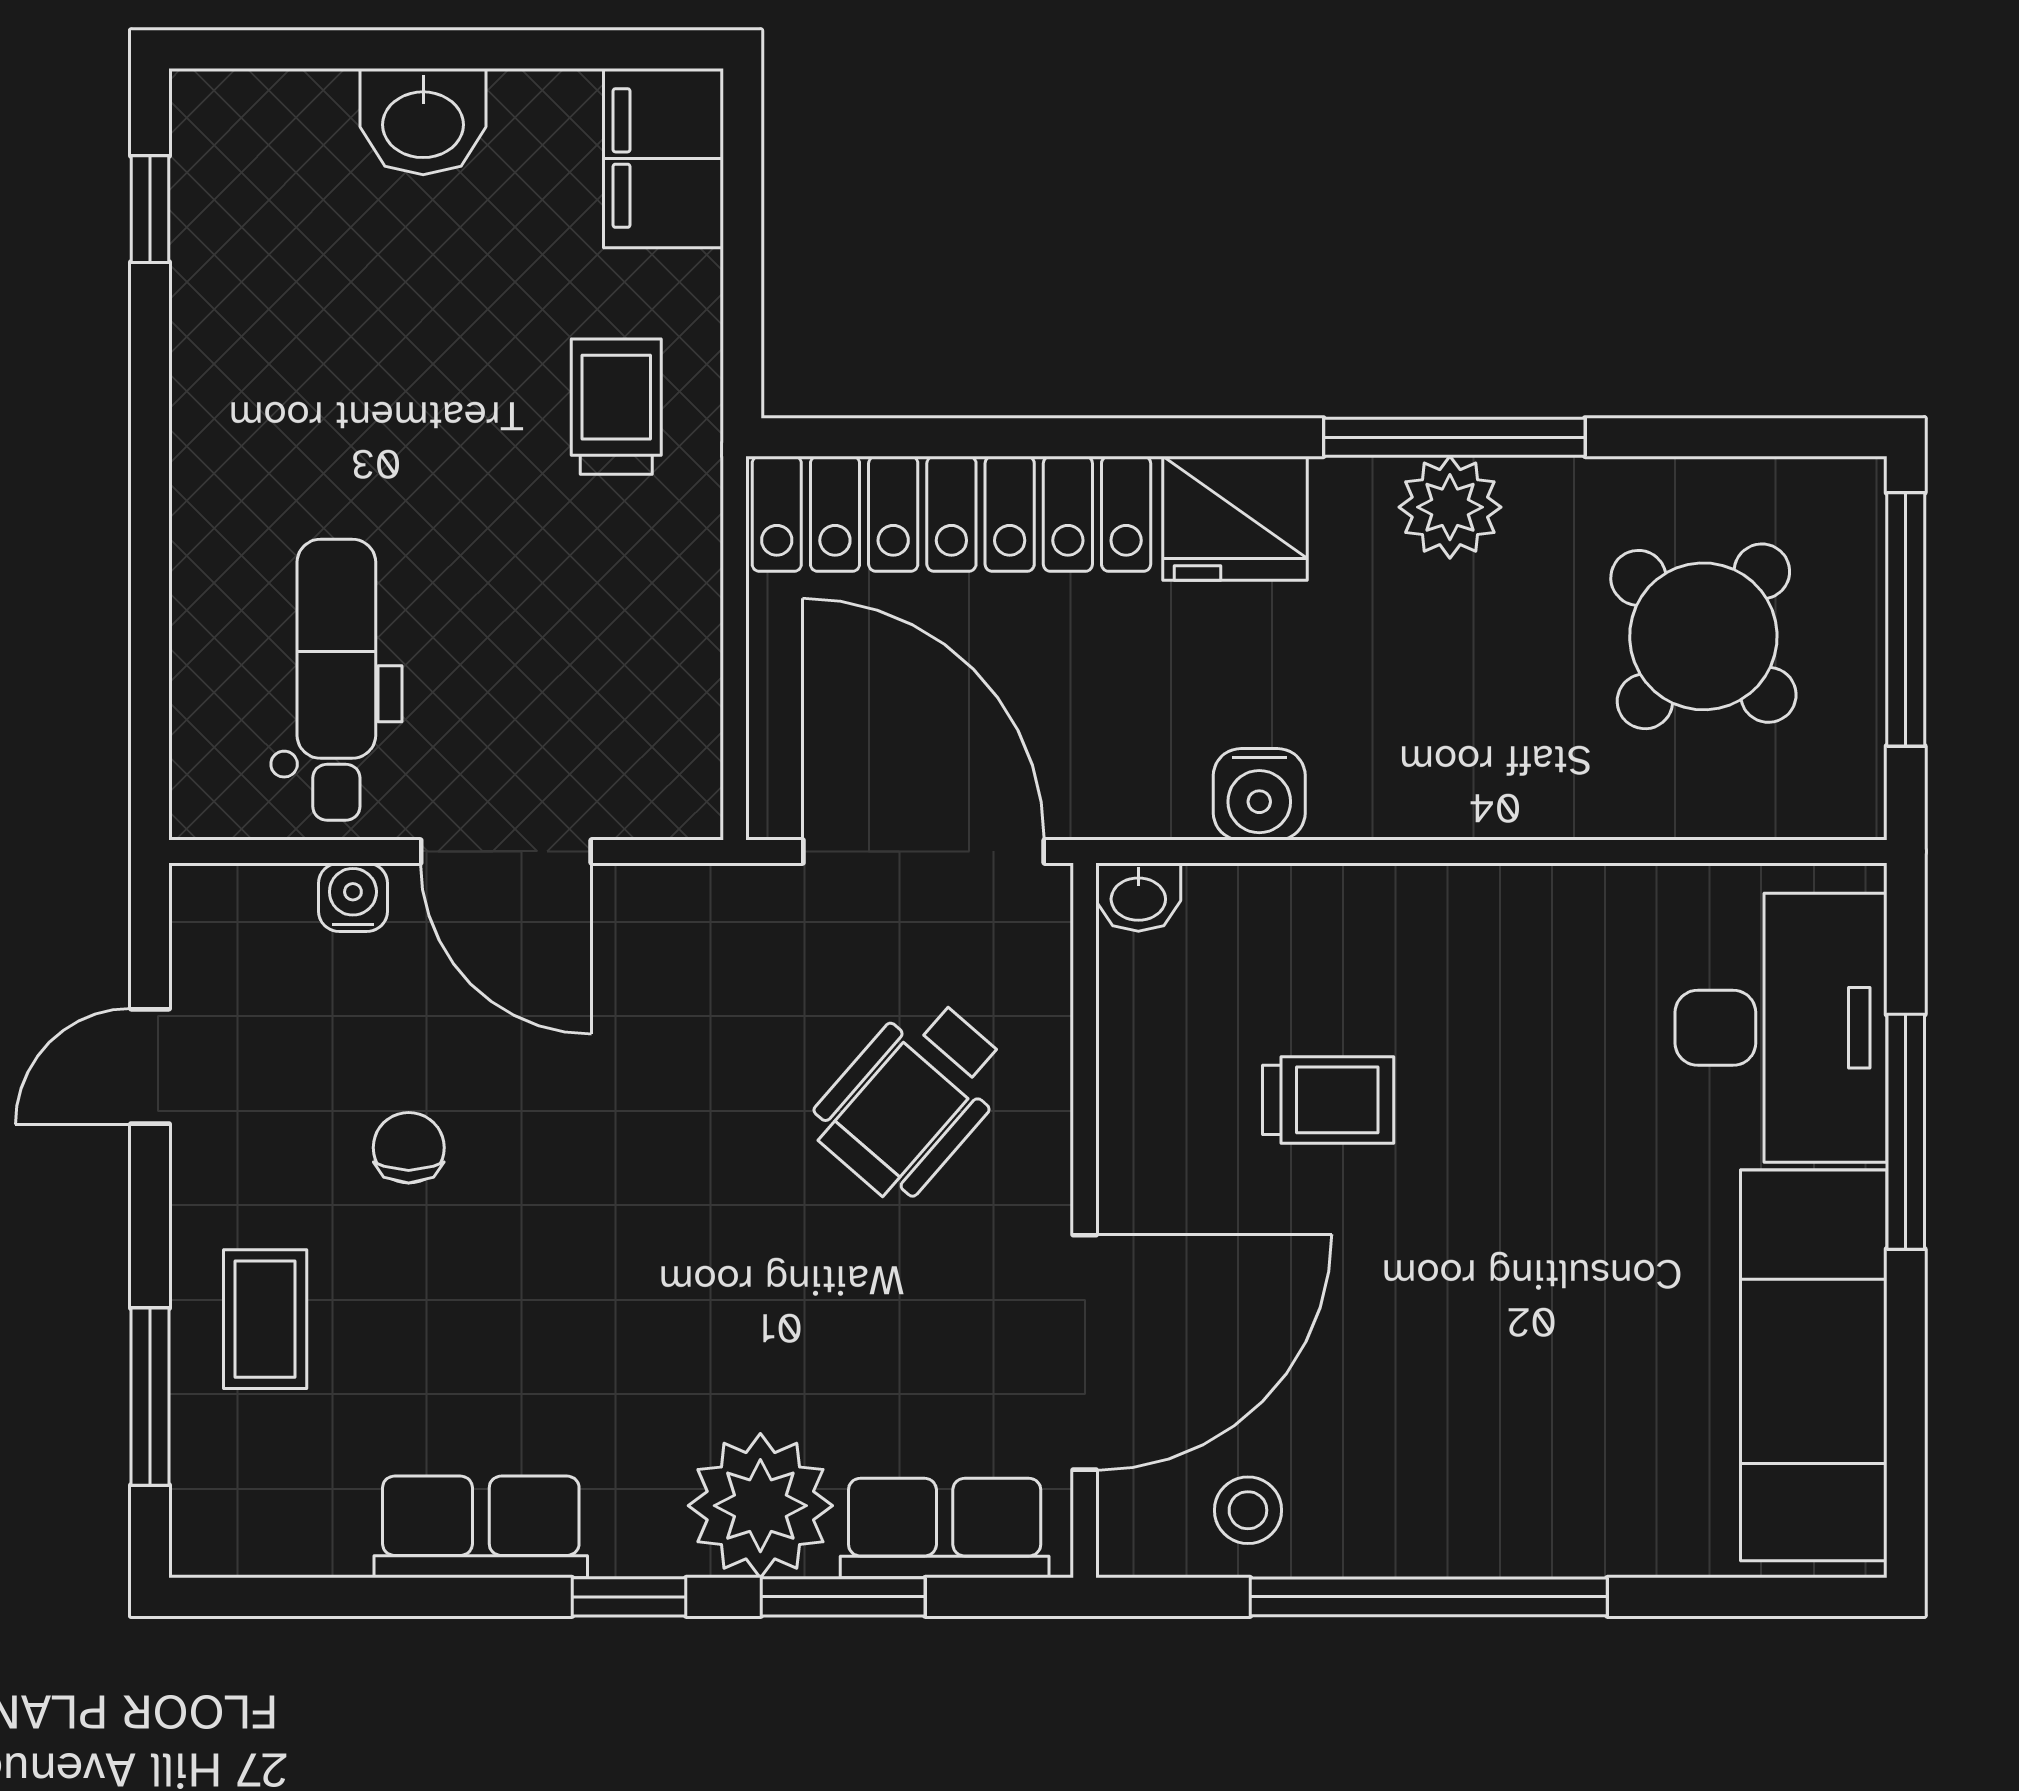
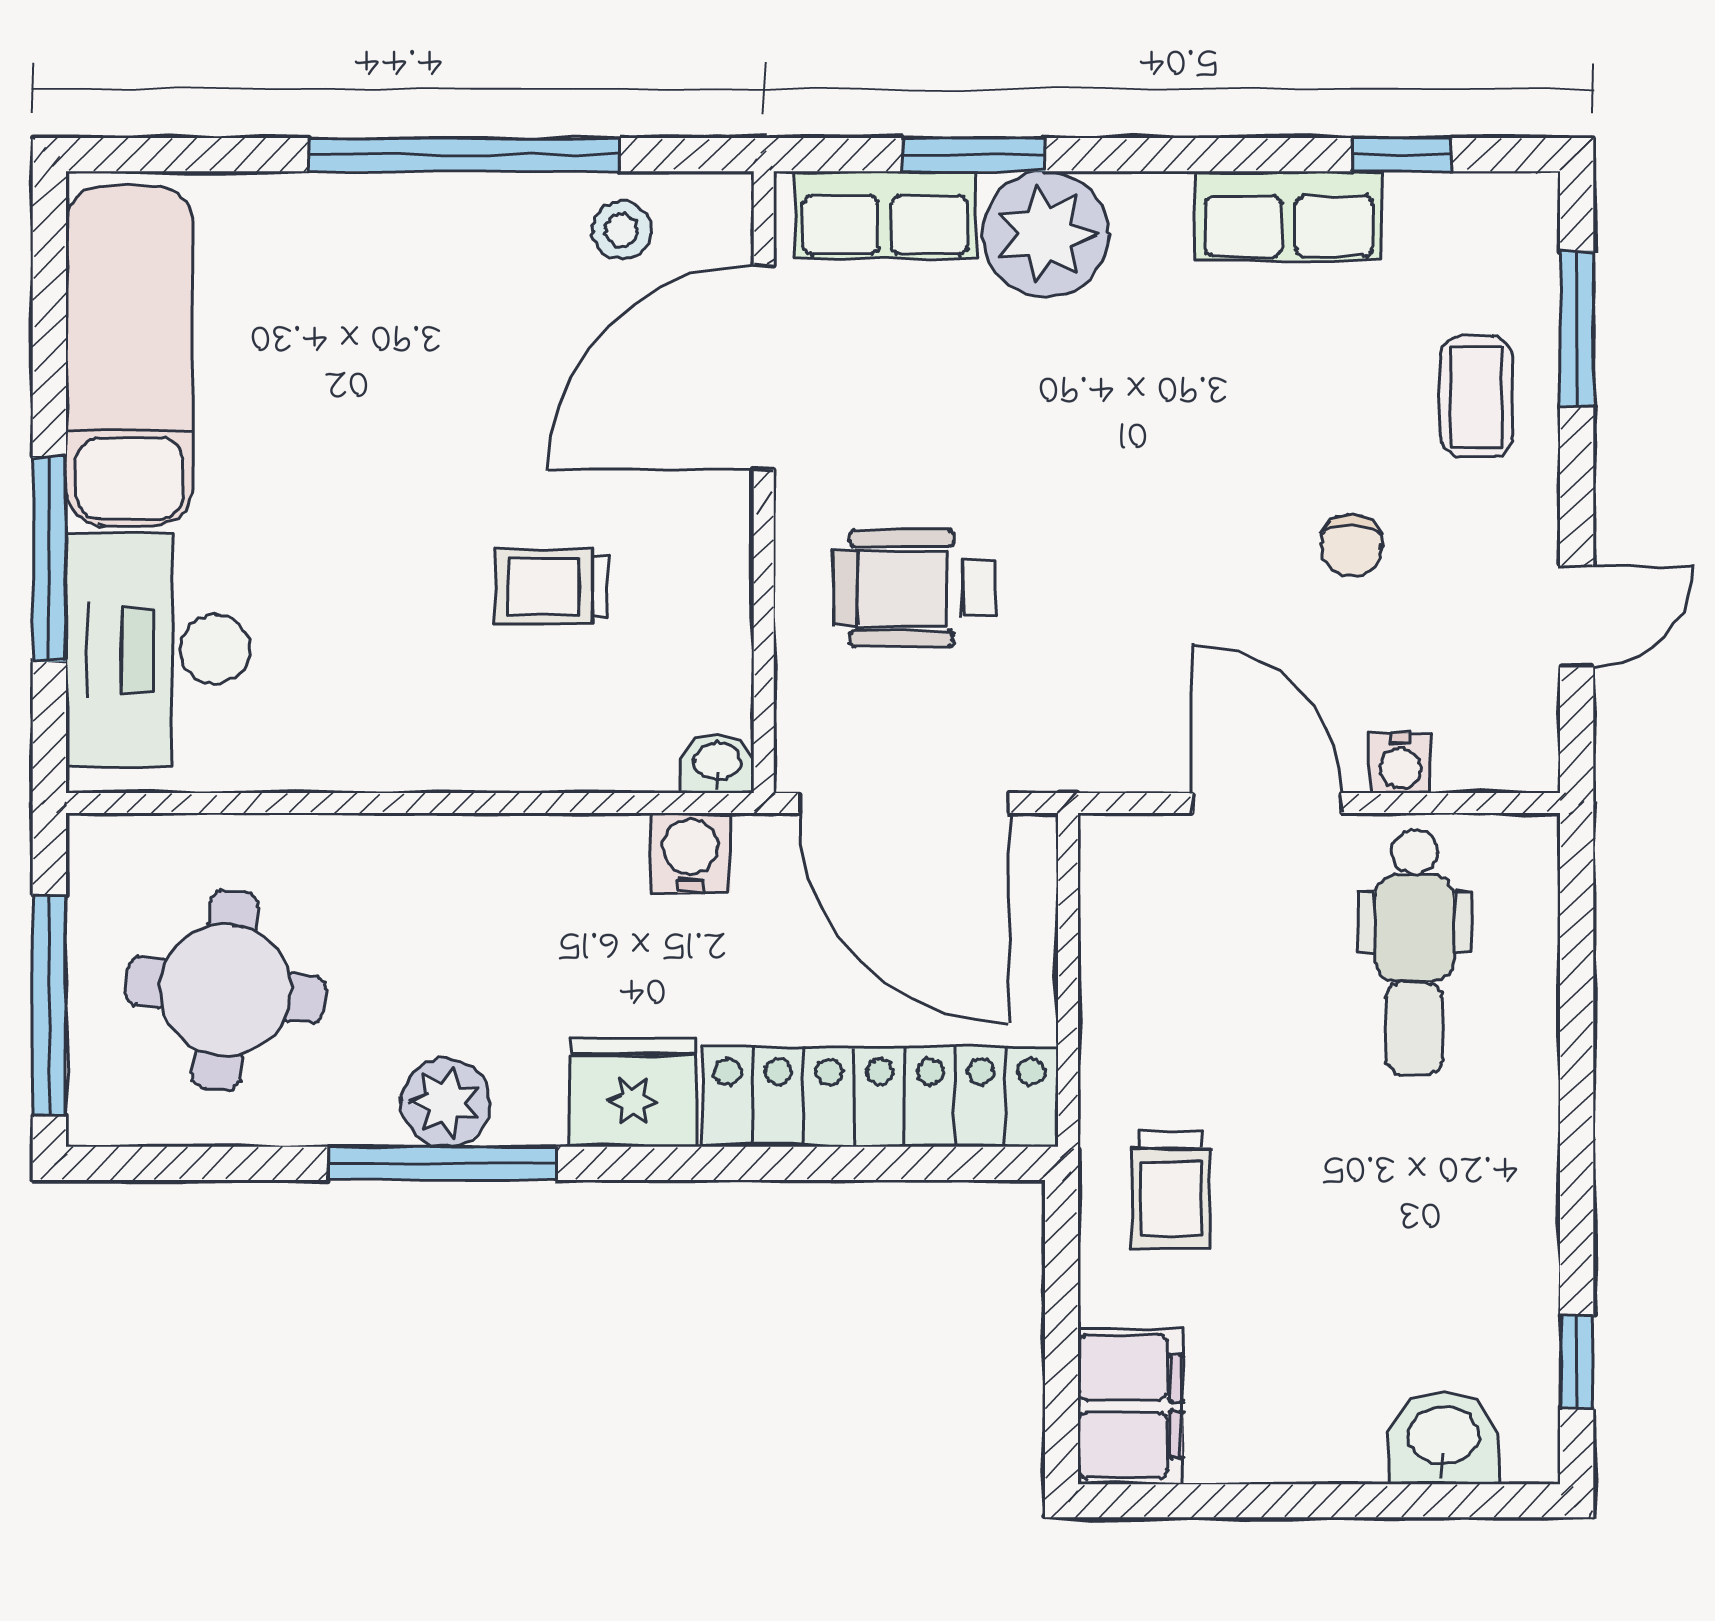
washbasin: (423, 122) -> (1443, 1438), moved
round table: (1703, 636) -> (225, 990), turned -36
water cooler: (1259, 794) -> (690, 853), moved
wheelchair: (911, 1098) -> (914, 588), turned -131
window: (629, 1597) -> (1402, 155), moved

